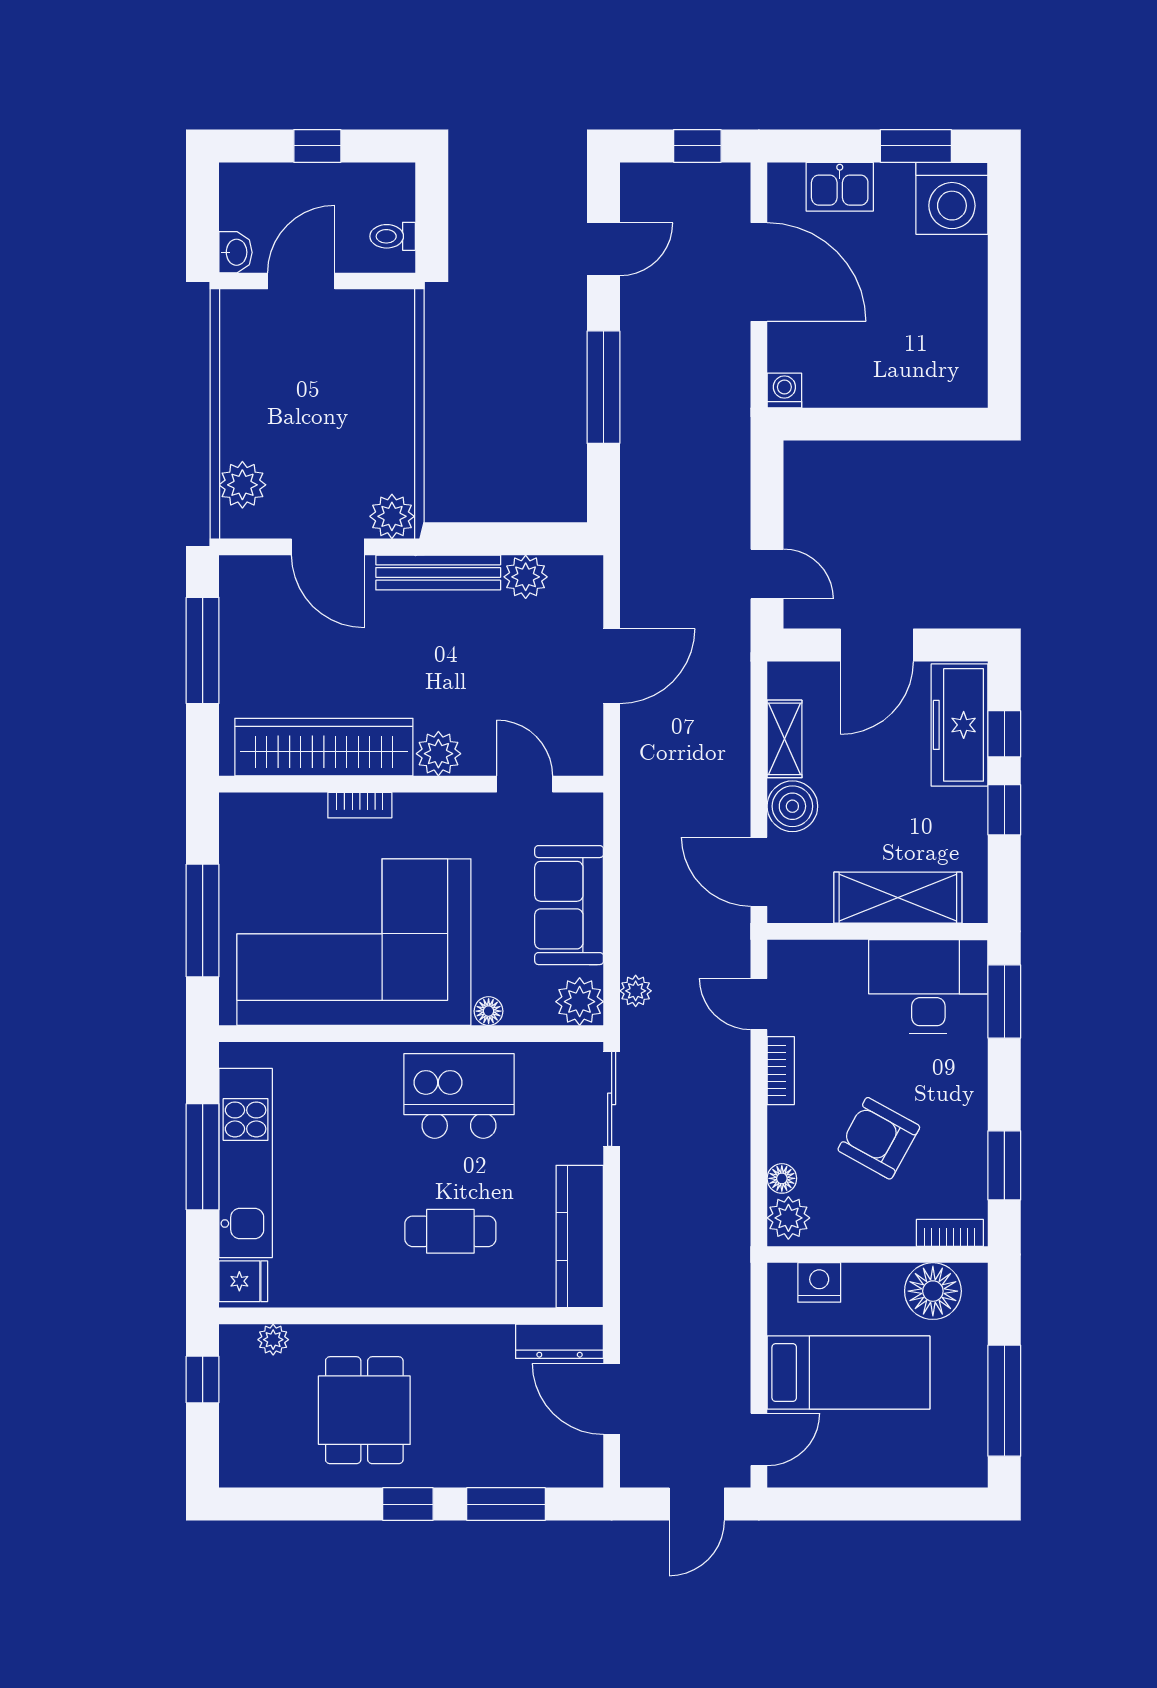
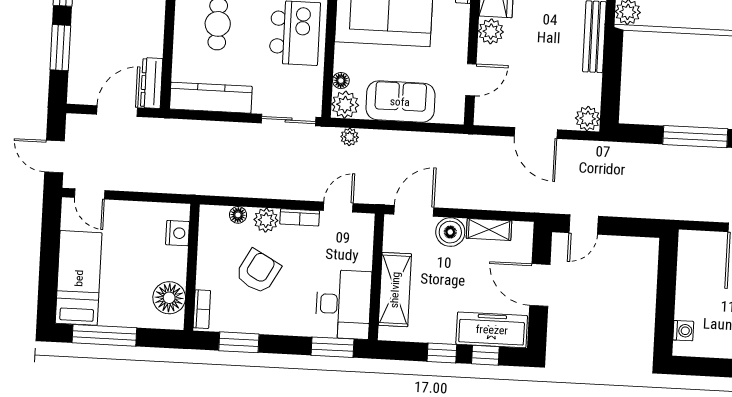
washing machine: (784, 390) -> (683, 331), moved
plant: (526, 577) -> (588, 119), moved
floor lamp: (489, 1011) -> (341, 81), moved
plant: (788, 1218) -> (266, 220), moved
bed: (848, 1373) -> (79, 278), moved, turned 180

